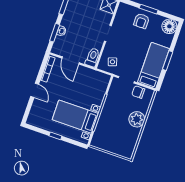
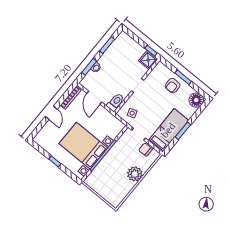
bed with nightstands: (75, 117) -> (83, 146), width x1.36

